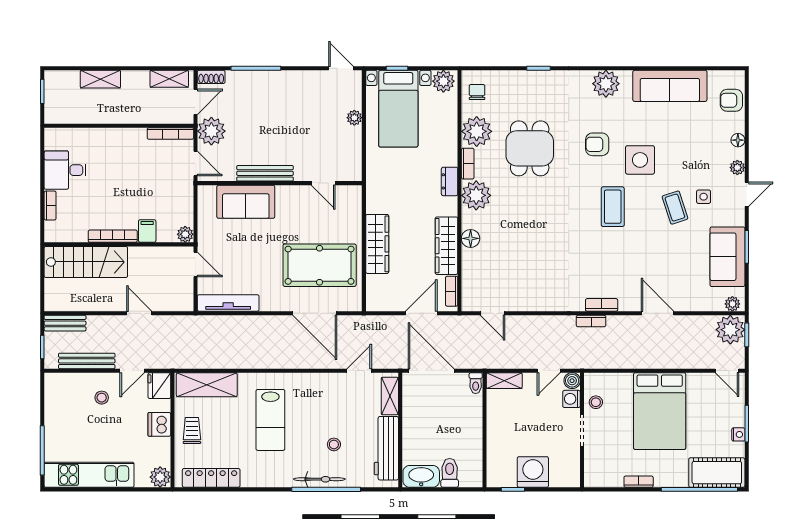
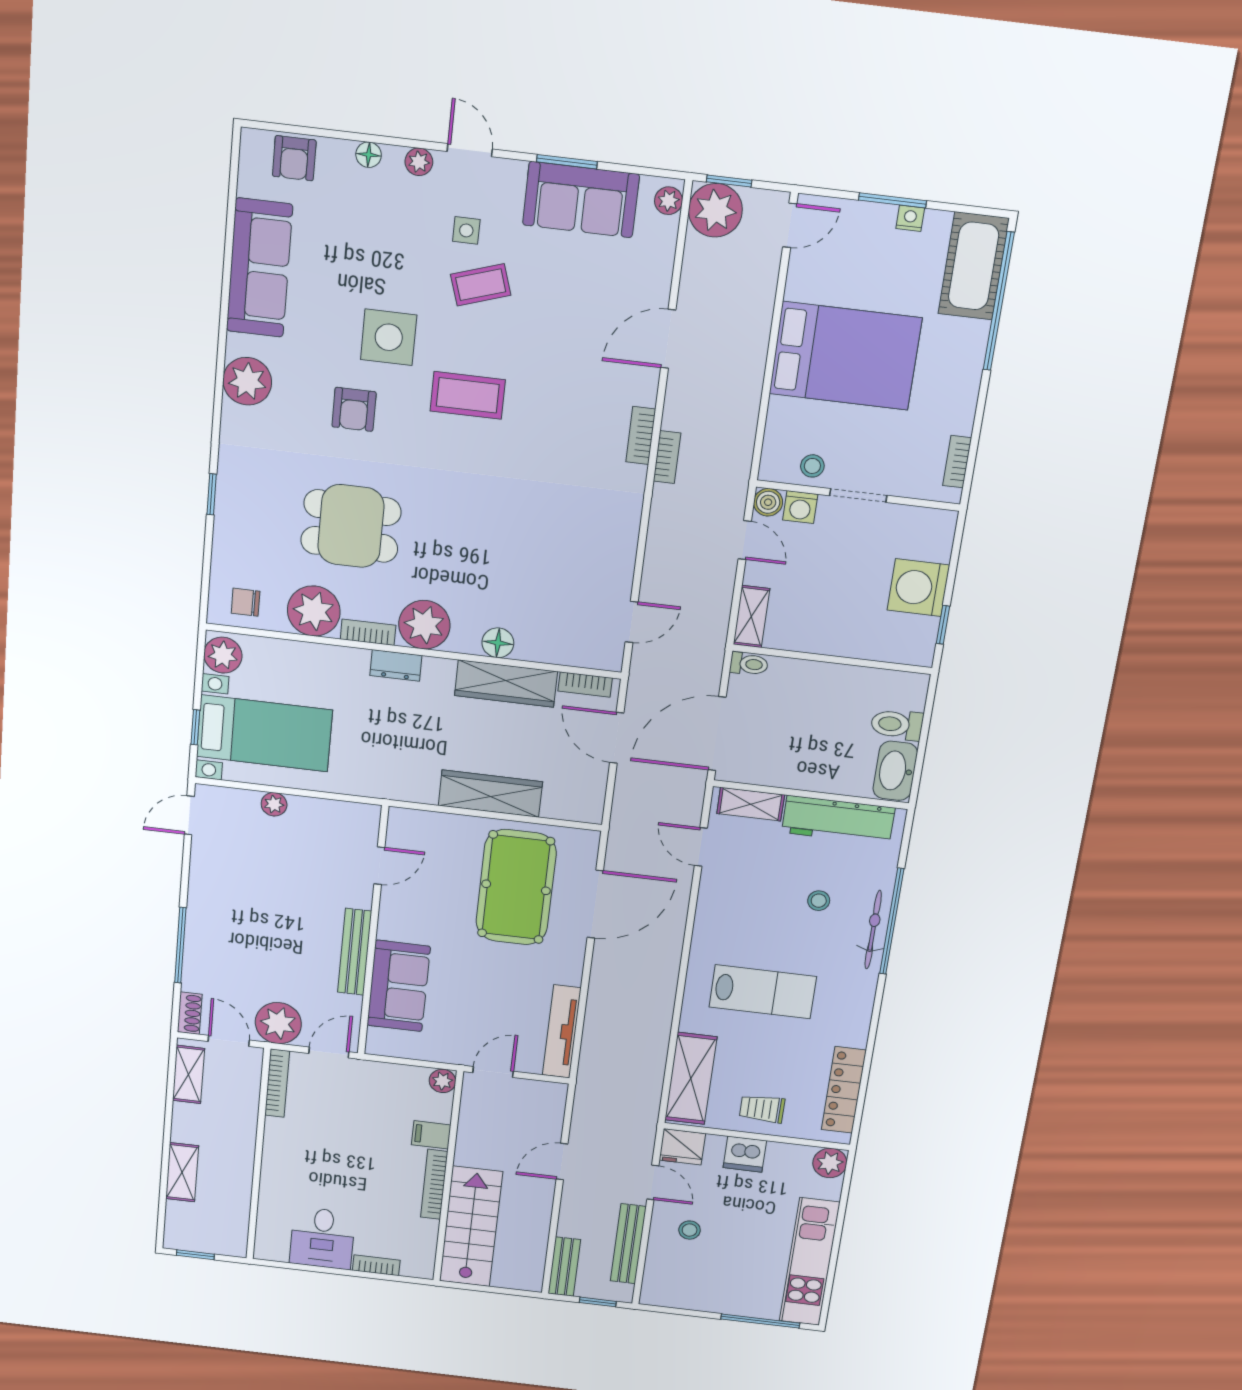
bookcase: (639, 482) -> (957, 462), moved

